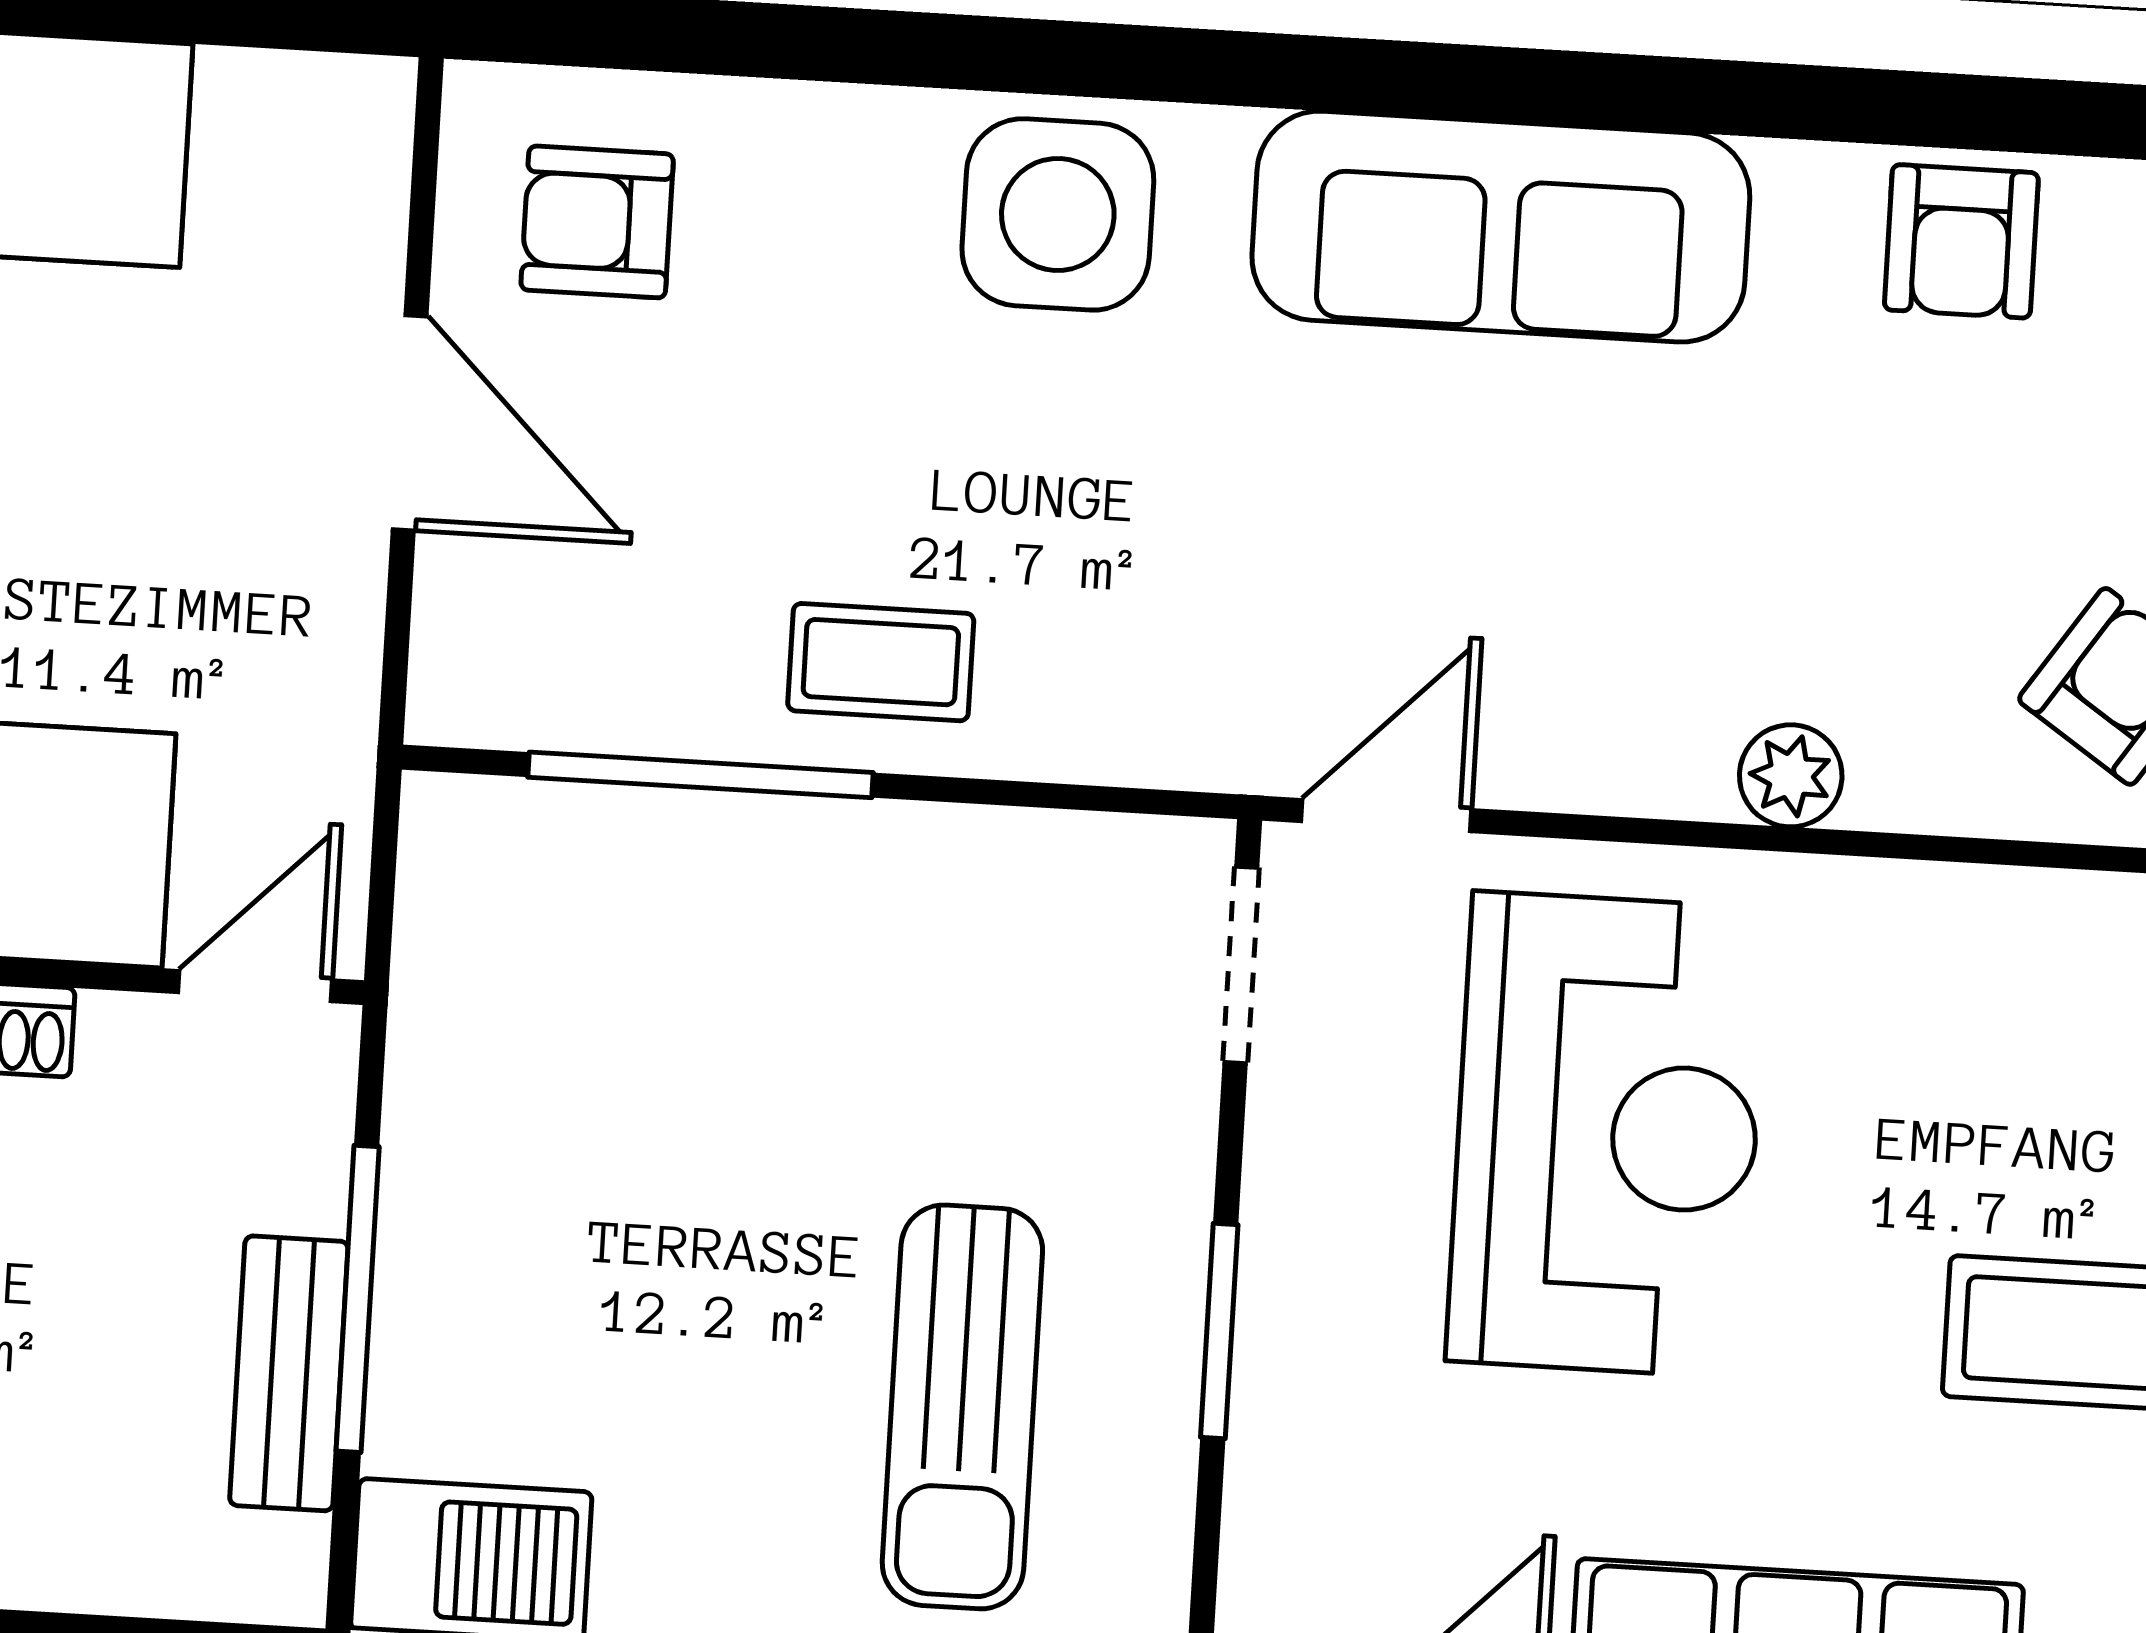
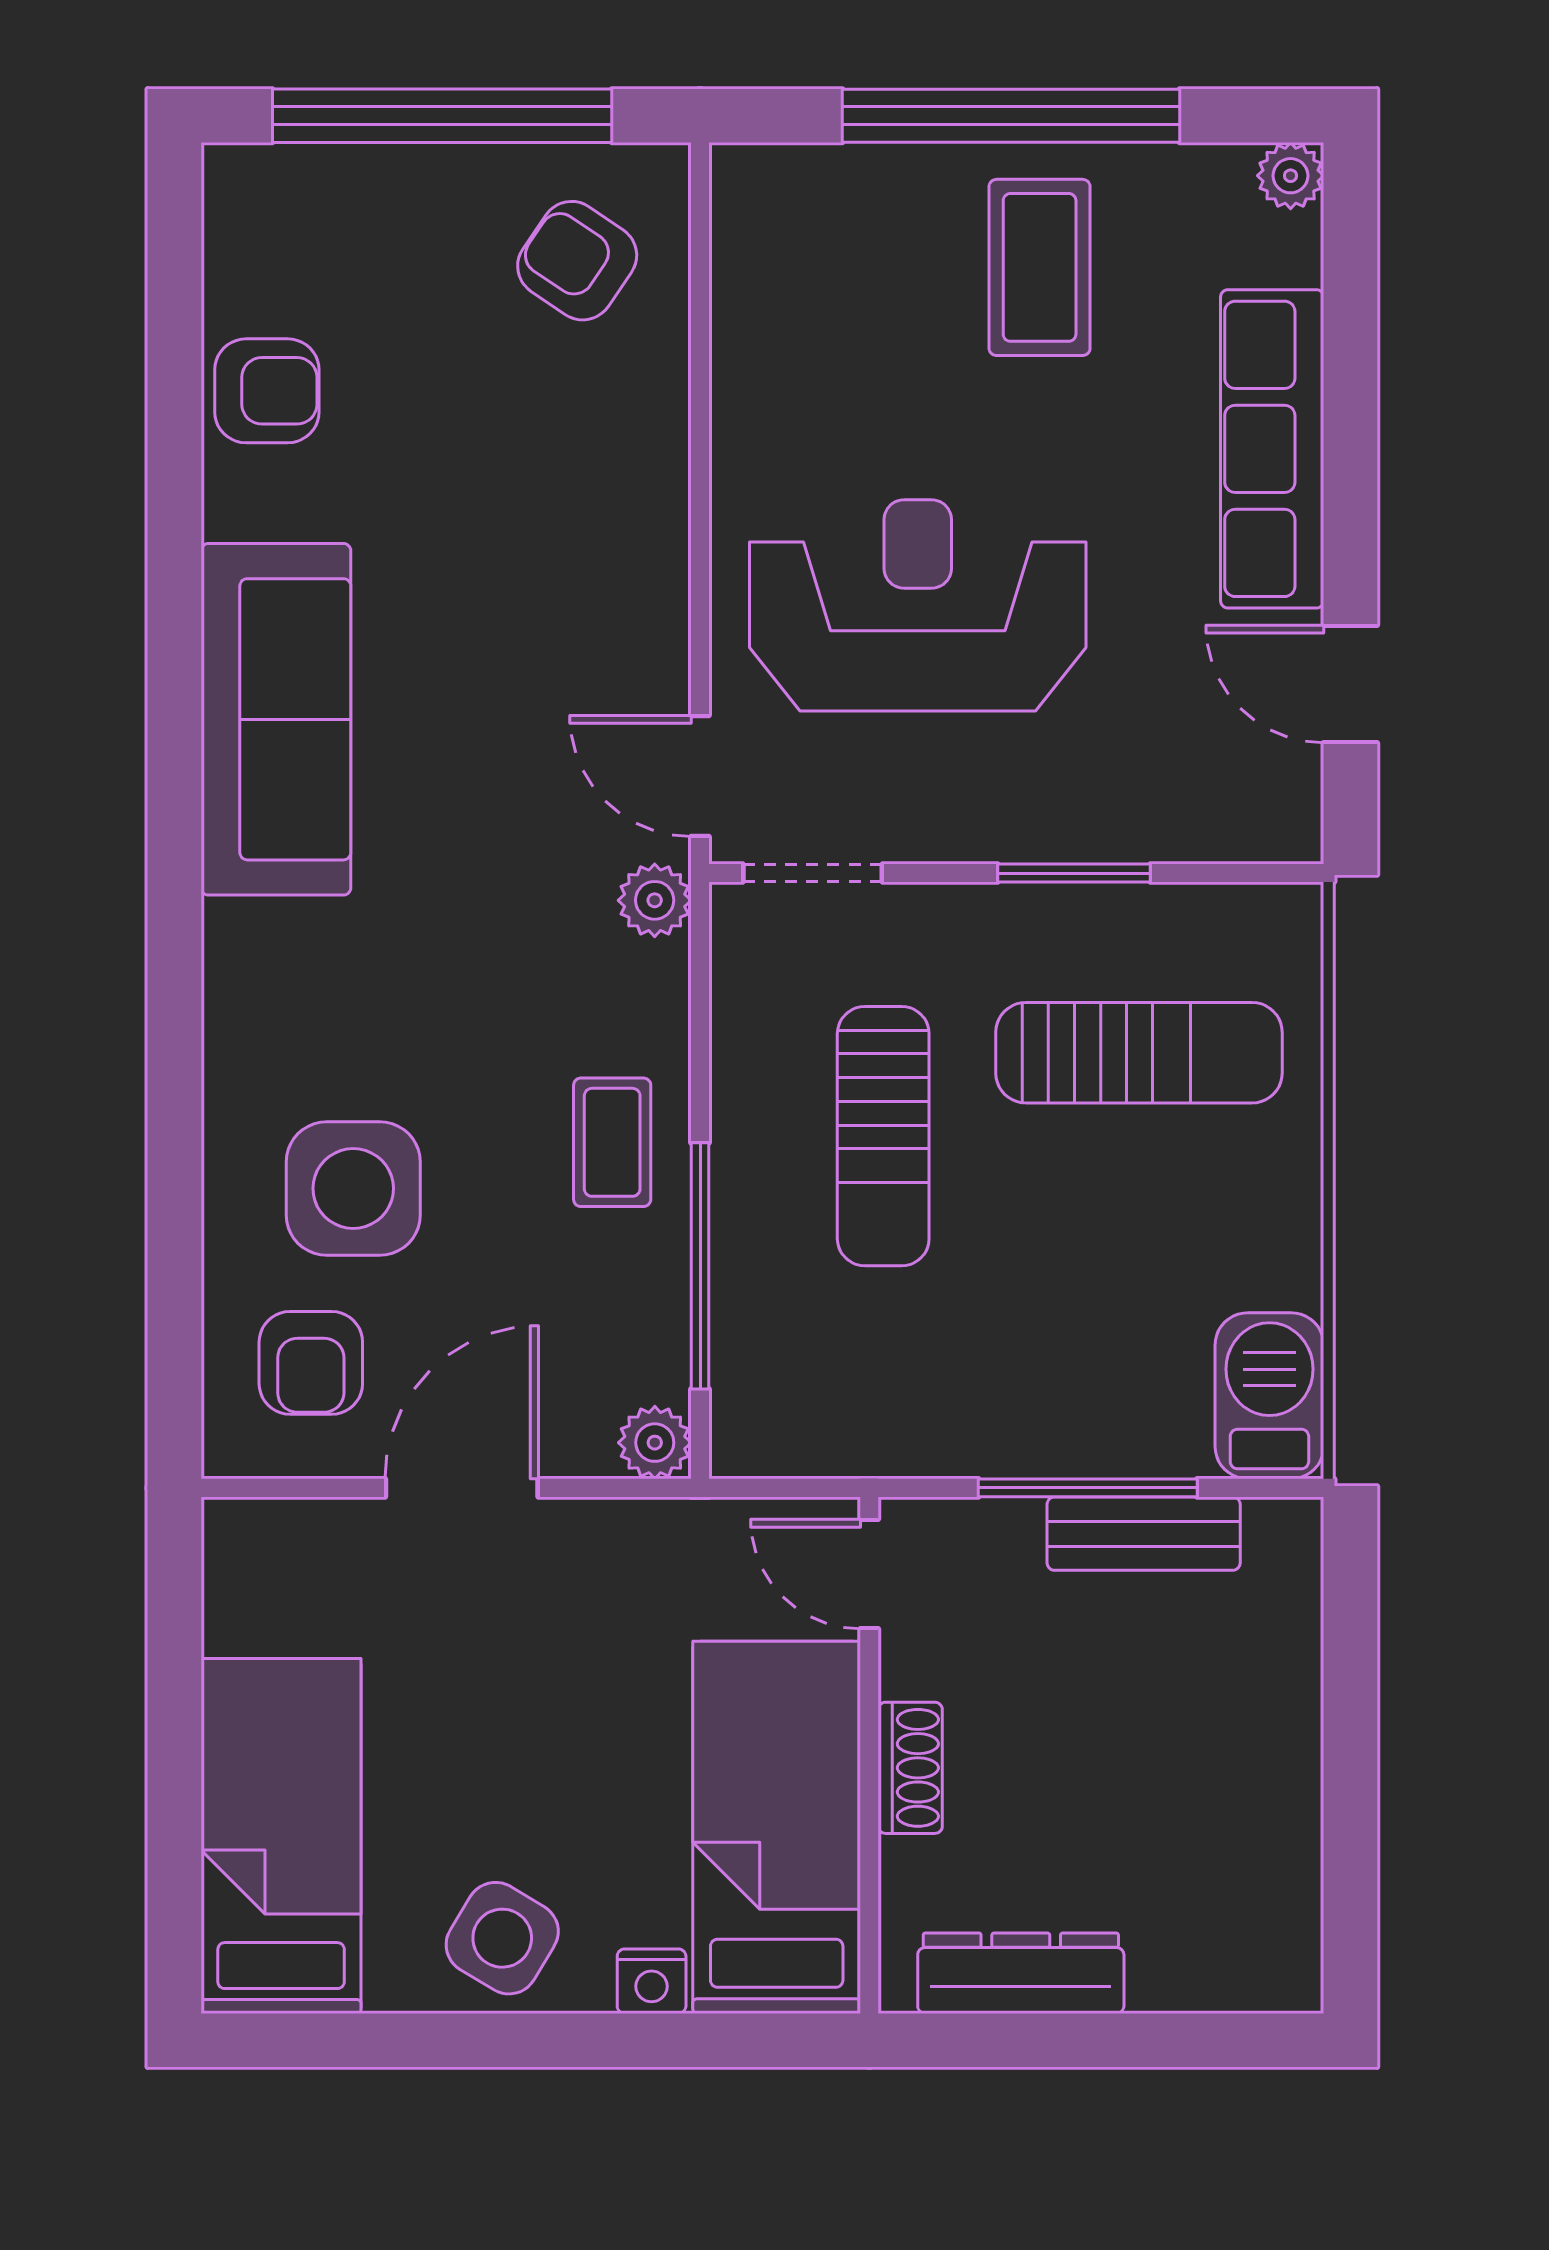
side table: (1058, 214) -> (353, 1188), moved
plant: (457, 697) -> (655, 1443), added
plant: (1791, 776) -> (655, 900), moved
sun lounger: (867, 1042) -> (883, 1136), added

